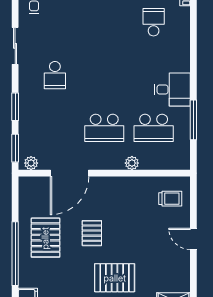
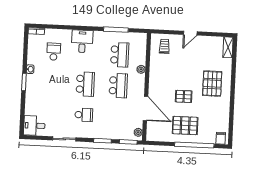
school desk: (154, 22) -> (54, 52), turned 90
school desk: (104, 75) -> (85, 84), added
desk: (172, 90) -> (82, 41), moved

